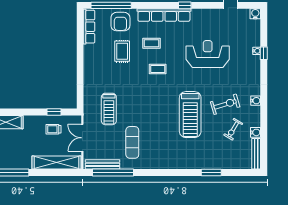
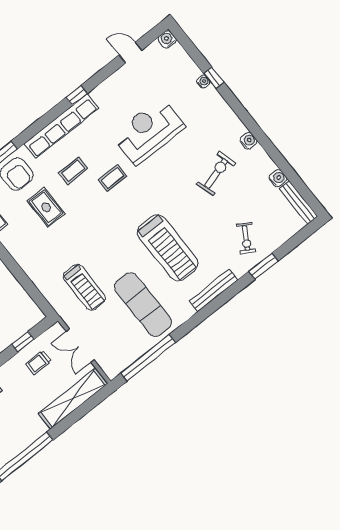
coffee table: (158, 69) -> (112, 178), moved
treadmill: (190, 115) -> (168, 248), moved
exercise bike: (233, 129) -> (246, 238), moved
exercise mat: (132, 142) -> (143, 305), width x1.36, depth x1.45
bench: (103, 164) -> (214, 290), moved

